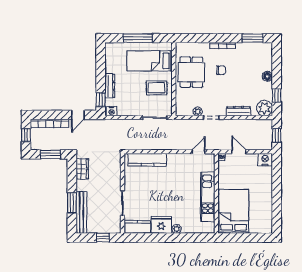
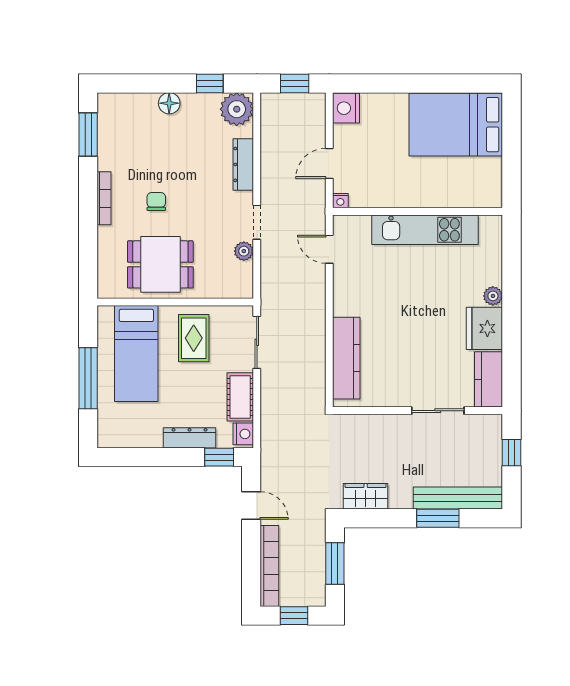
cot: (129, 110) -> (240, 397), added
bed: (234, 211) -> (456, 125), moved

